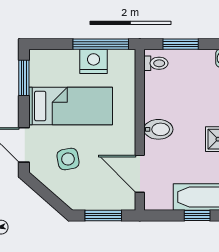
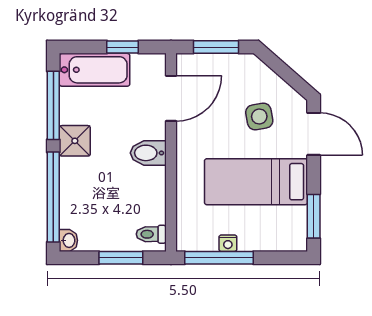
nightstand: (94, 61) -> (228, 243), width x0.53, depth x0.56
door: (140, 174) -> (171, 98), hinge flipped
window: (197, 216) -> (123, 47), moved

